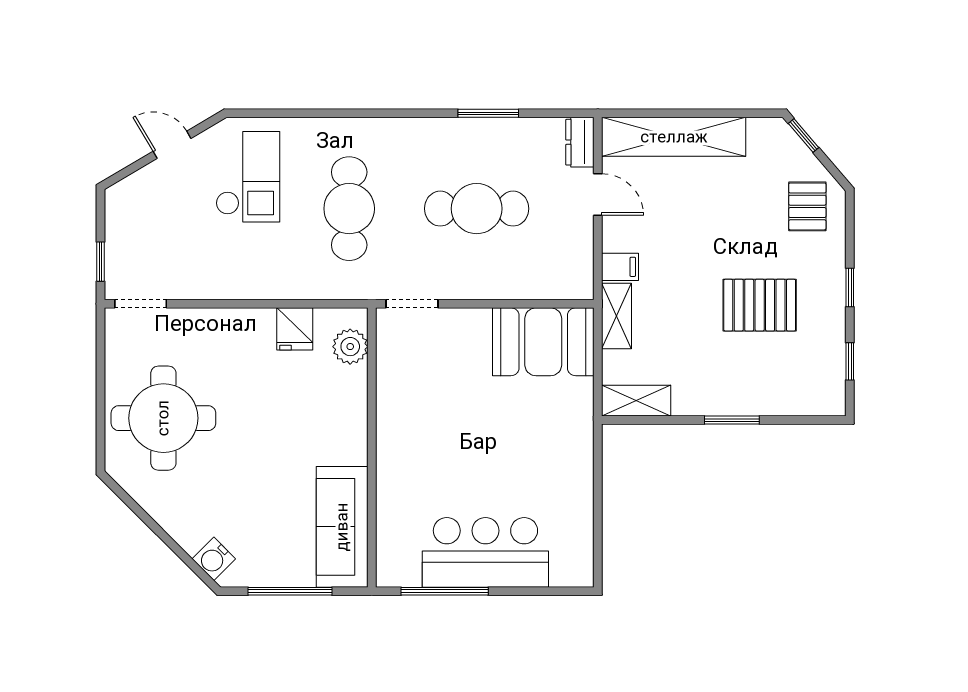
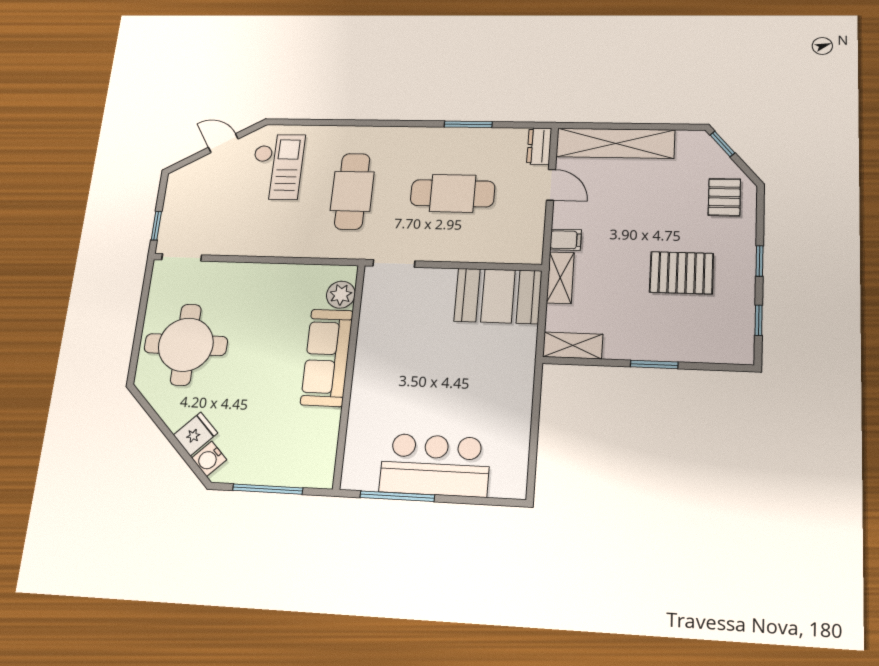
fridge: (295, 329) -> (195, 434), moved, turned -135
sofa: (342, 527) -> (327, 358), moved

